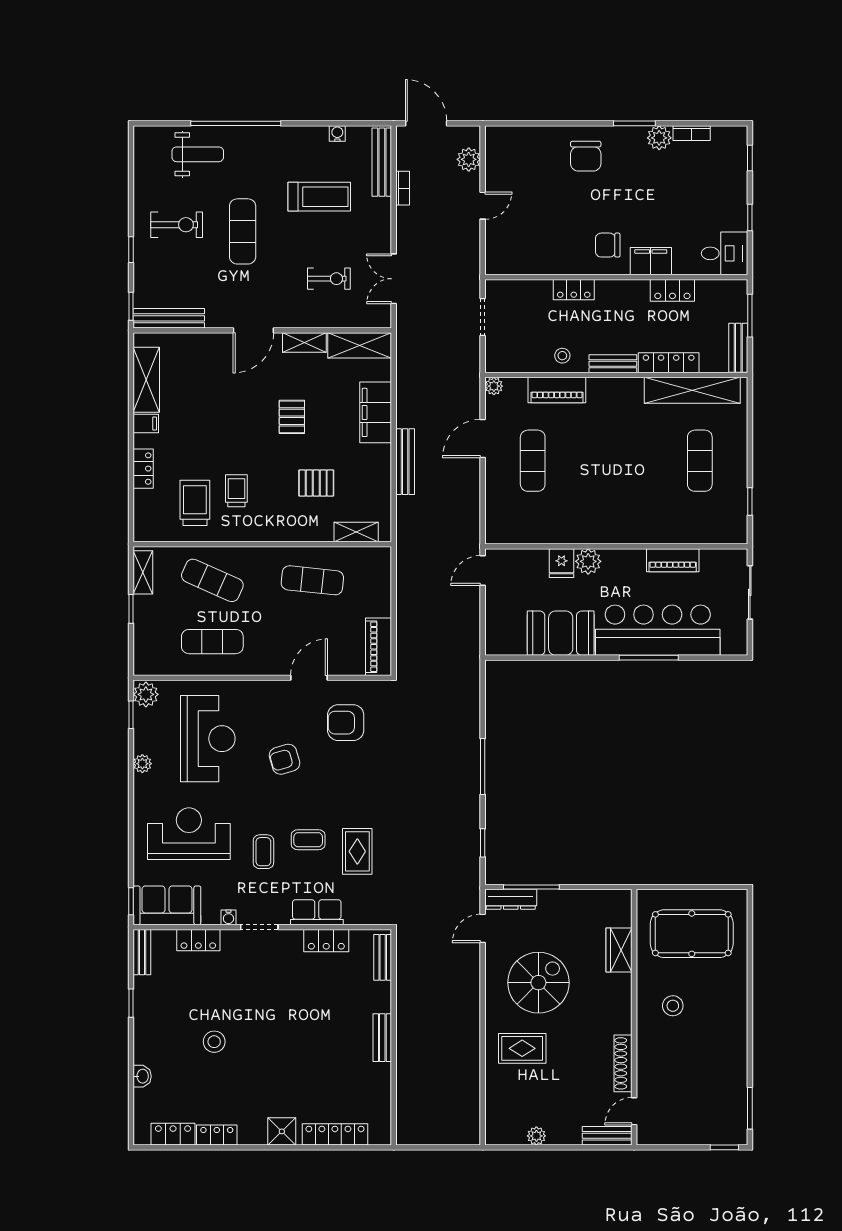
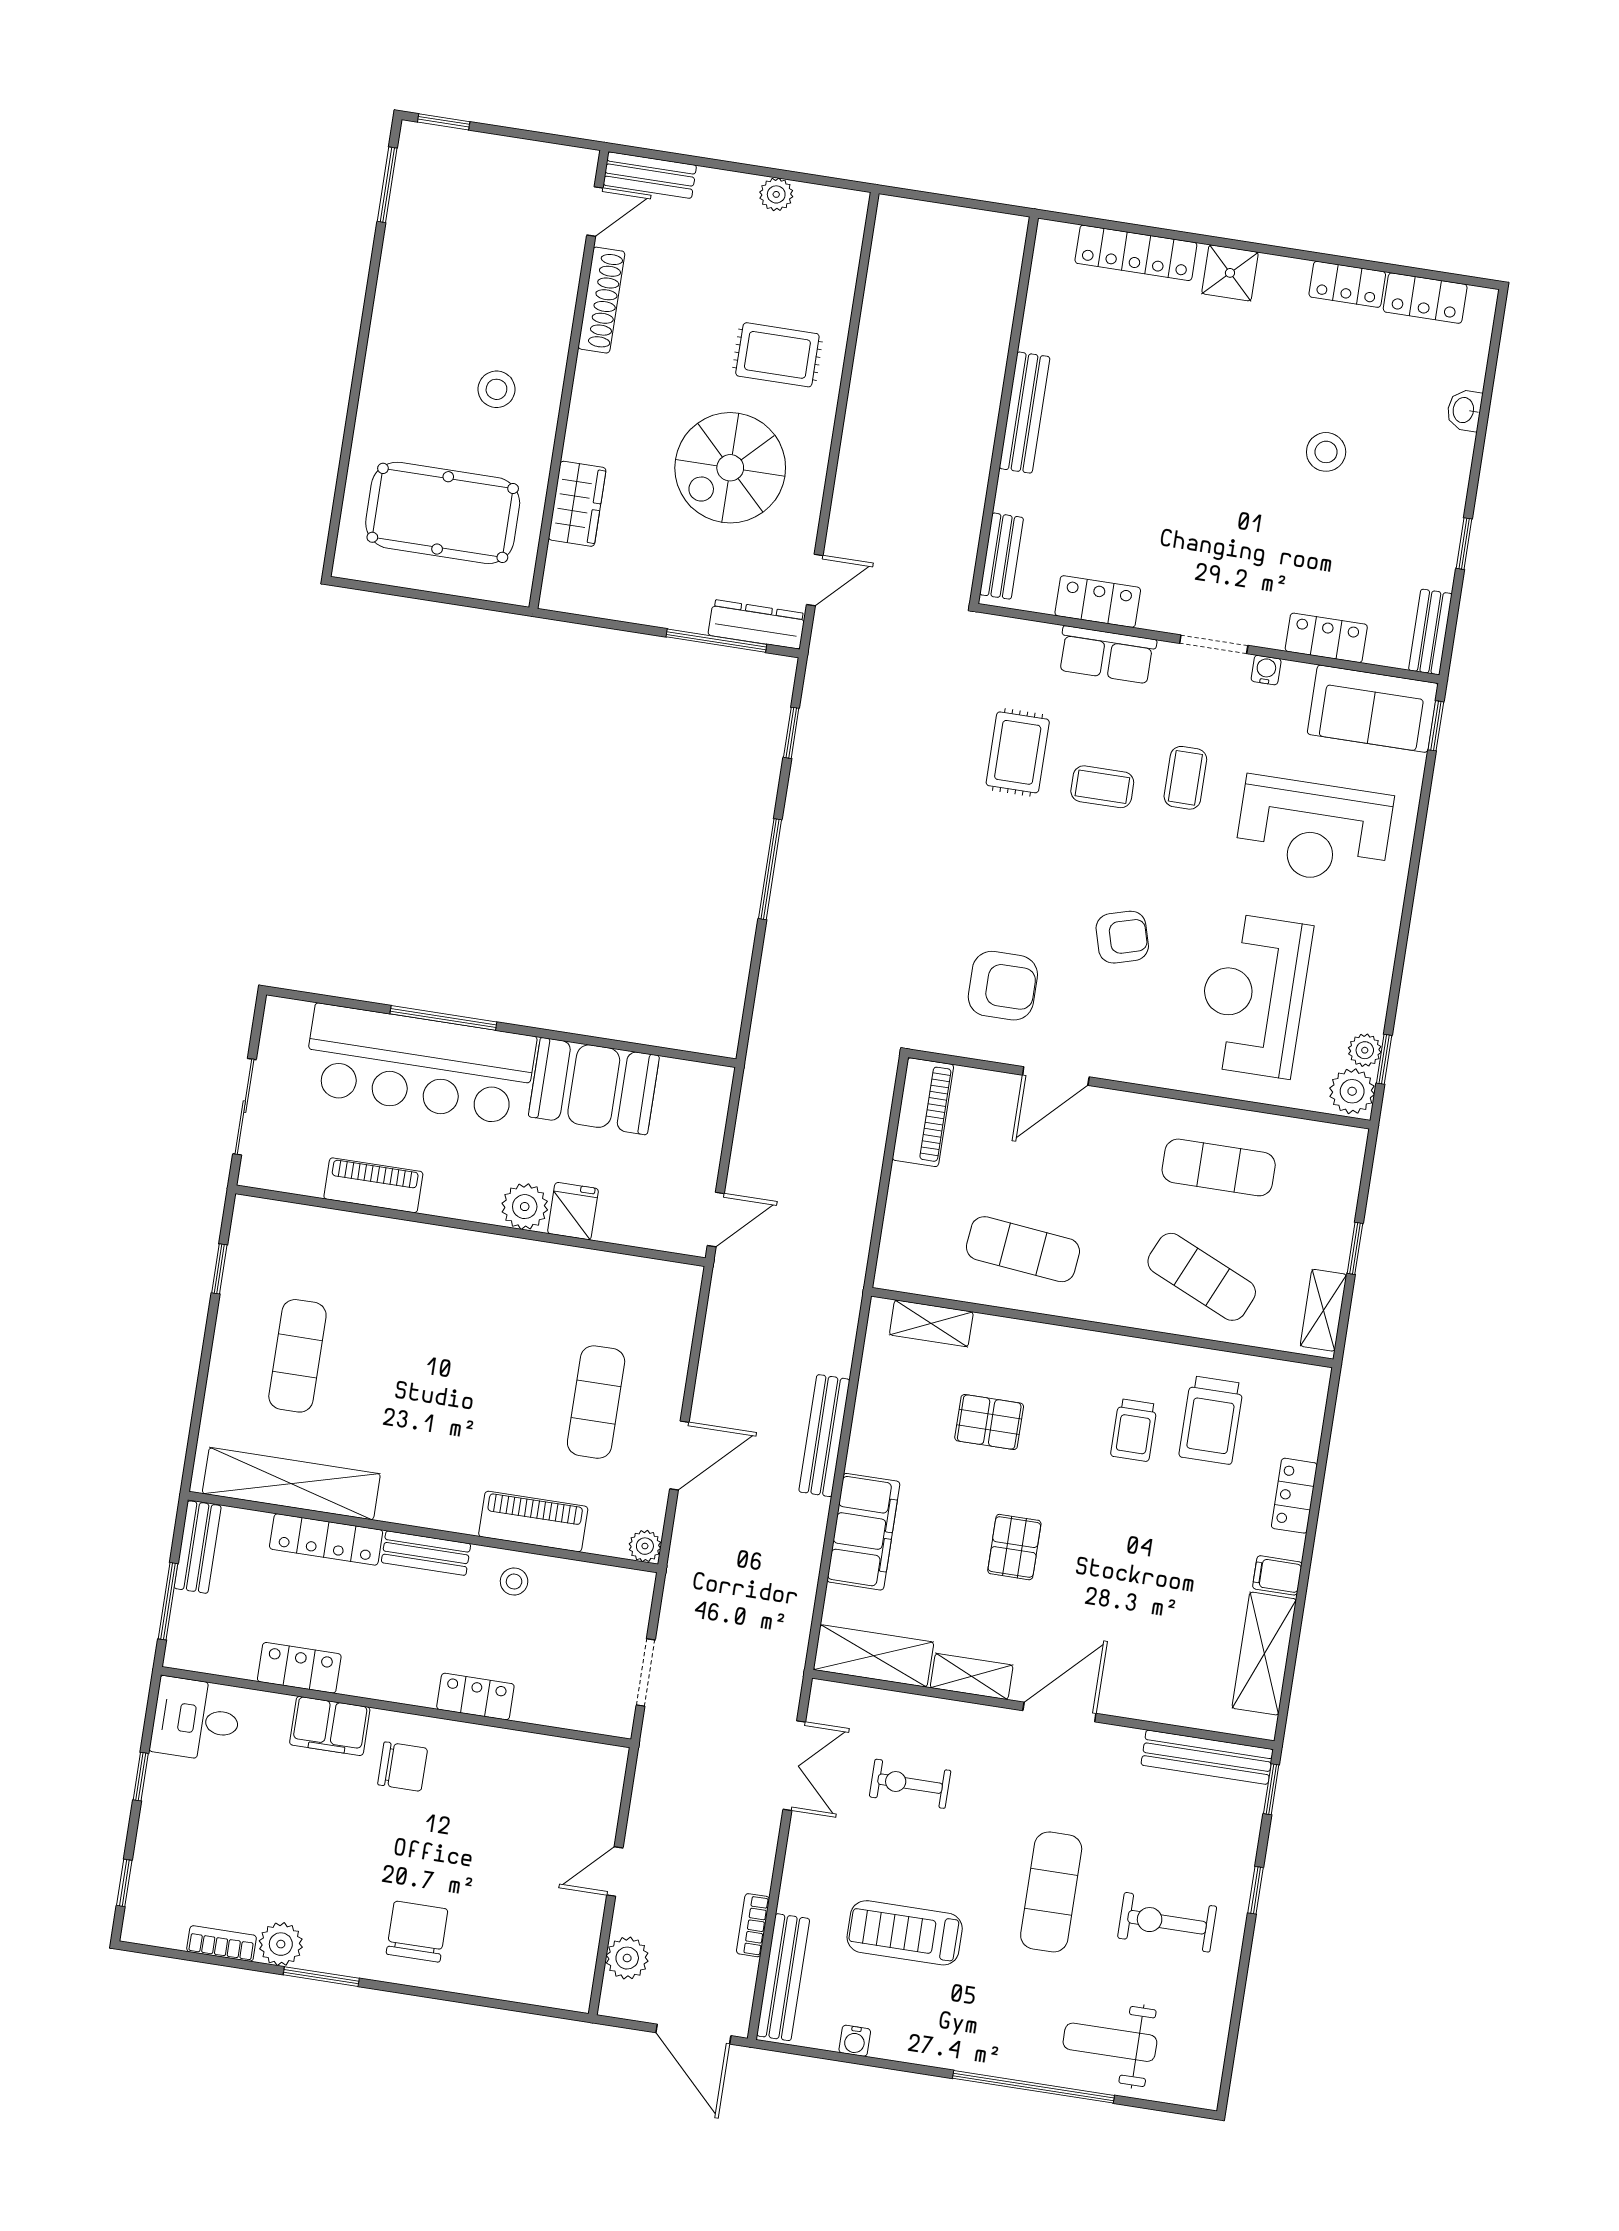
plant: (142, 764) -> (1365, 1050), moved
bench: (382, 1038) -> (1025, 413), width x1.36

